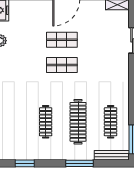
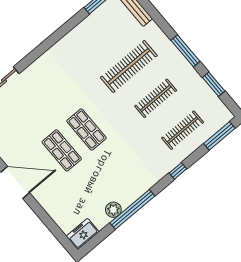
clothes rail: (111, 122) -> (183, 130), moved
window: (80, 163) -> (185, 51), moved

